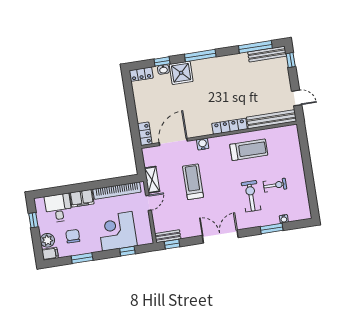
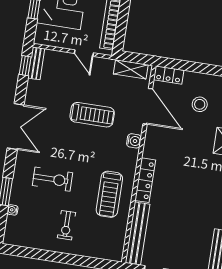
stool: (159, 103) -> (200, 104), added
shelving: (152, 180) -> (131, 69), moved
exercise bike: (275, 185) -> (66, 225), moved

